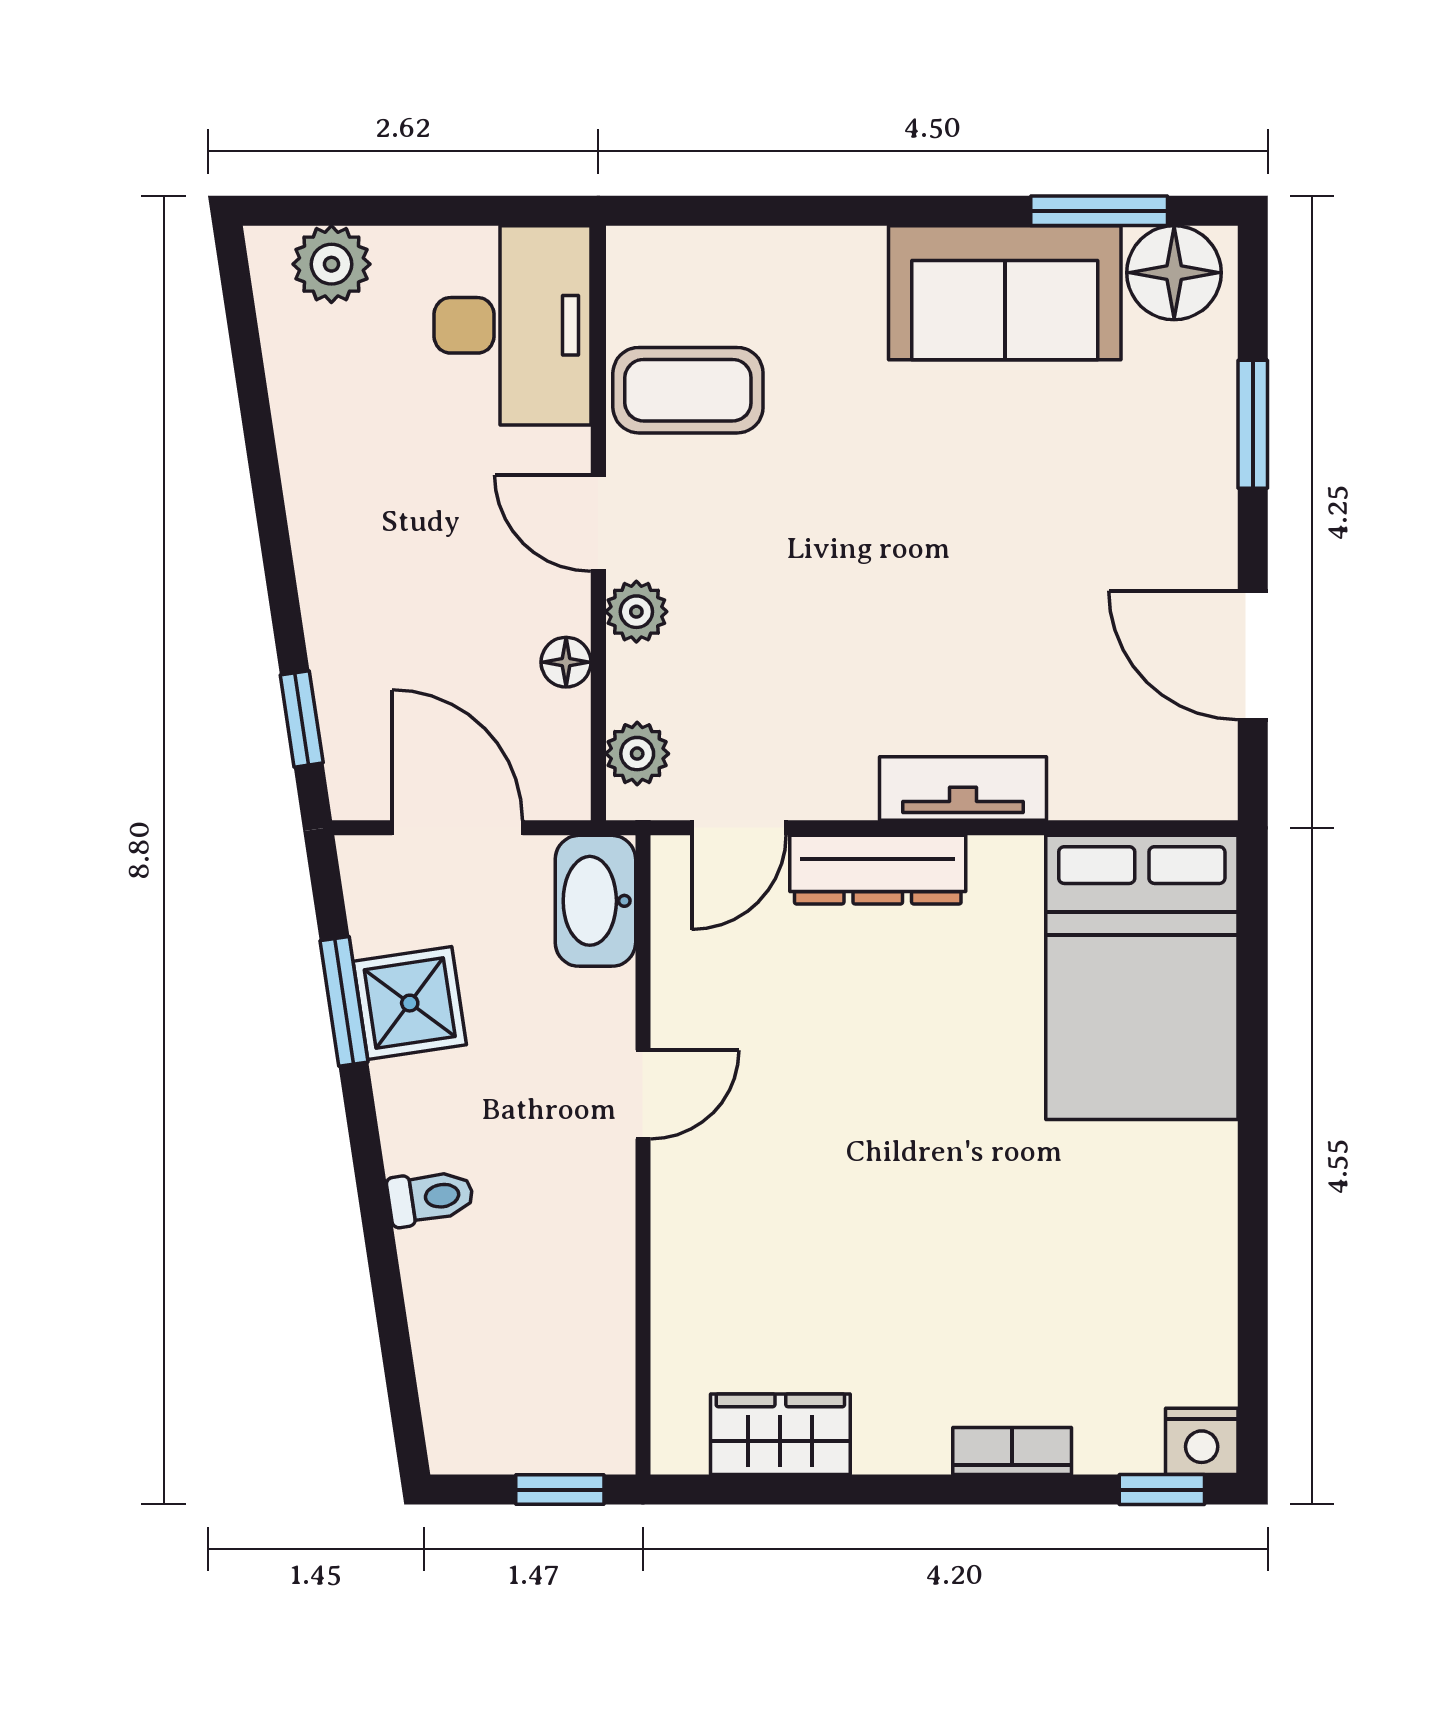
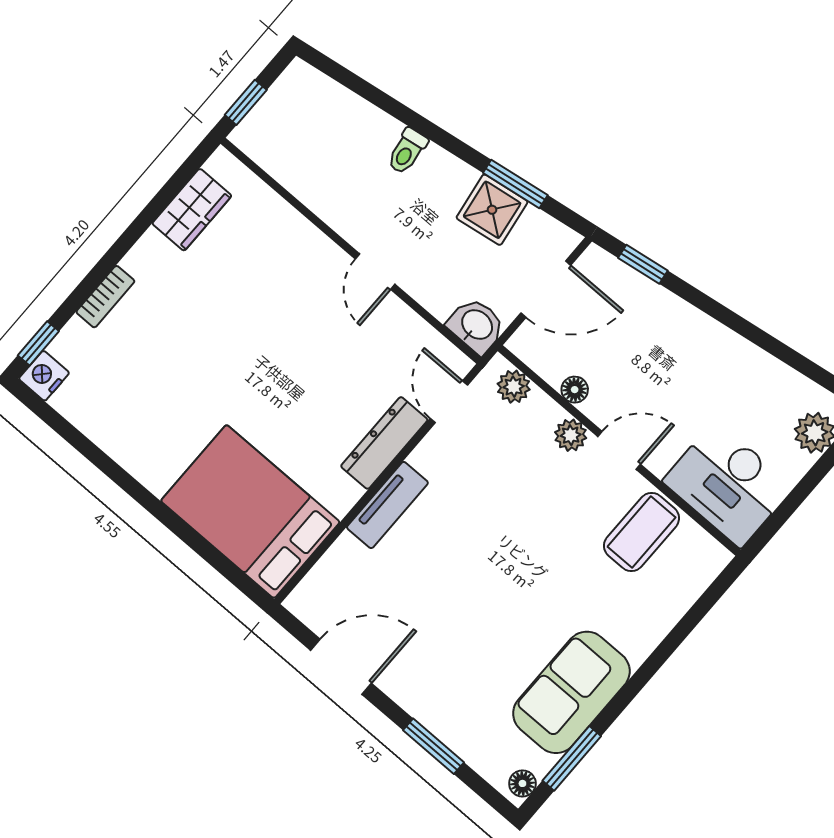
floor lamp: (1174, 273) -> (522, 783), width x0.53, depth x0.53
washbasin: (595, 901) -> (476, 326), width x0.72

